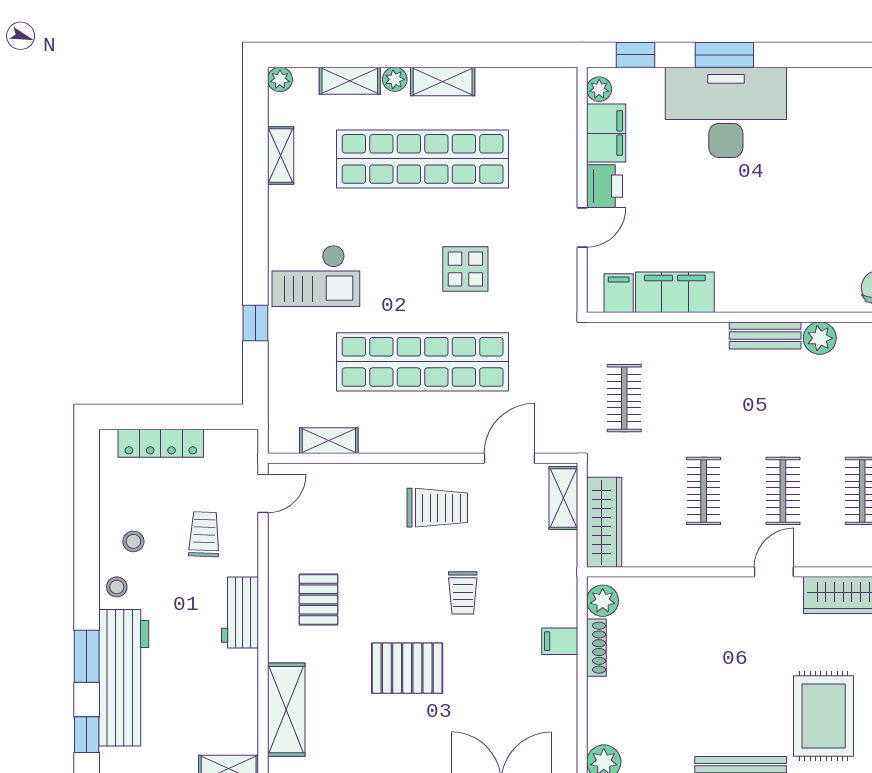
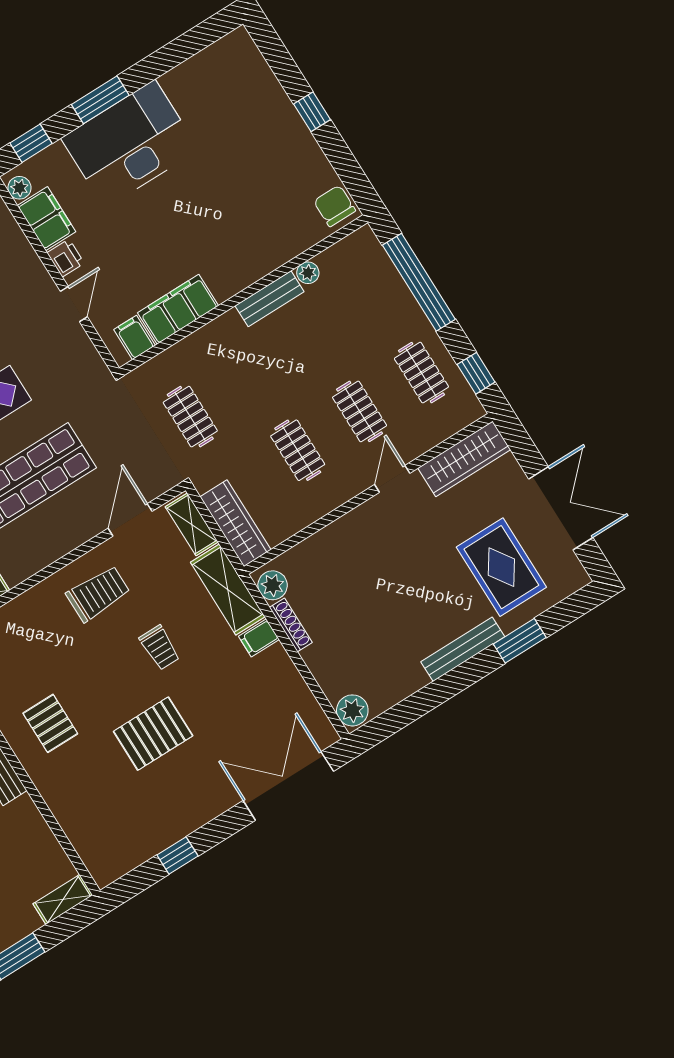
printer: (605, 186) -> (66, 258), width x0.73, depth x0.81
plant: (820, 338) -> (308, 273), width x0.73, depth x0.73
shelving: (286, 710) -> (228, 590), moved

